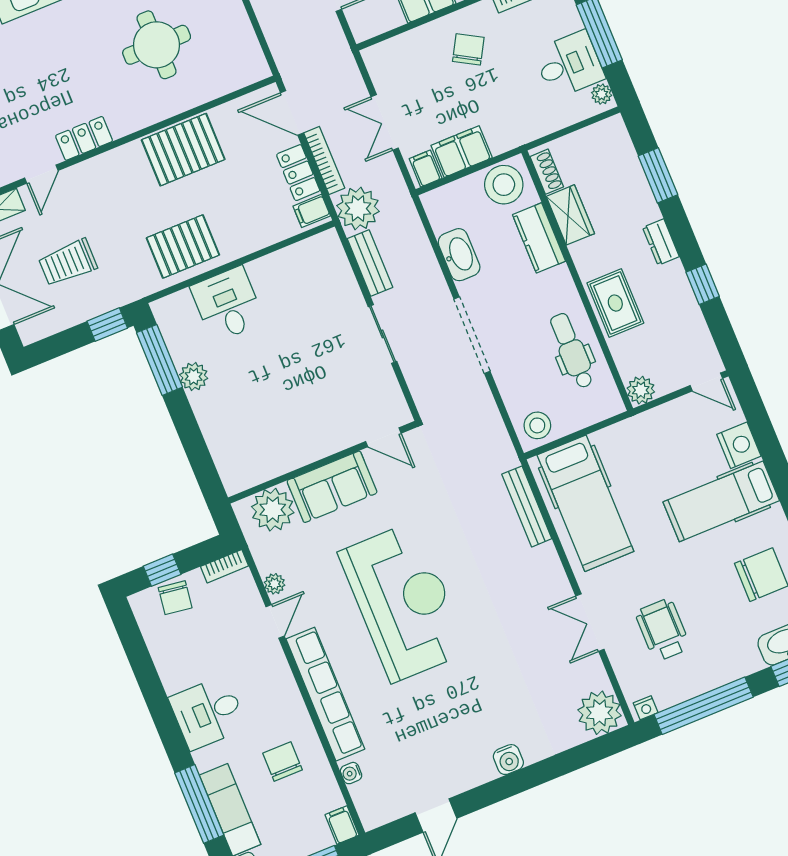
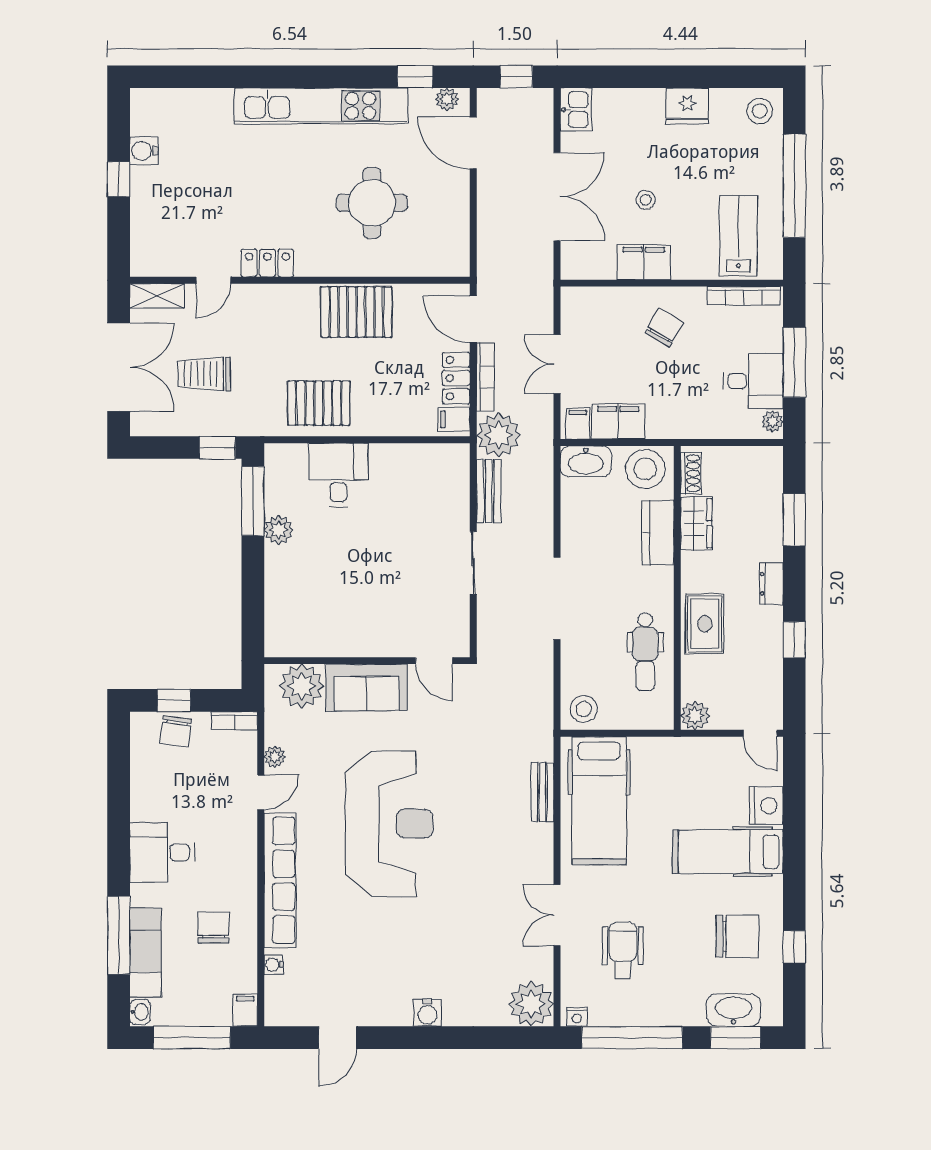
washbasin: (459, 255) -> (586, 461), moved, turned 90
dental chair: (572, 351) -> (645, 652), turned 180
bench: (527, 506) -> (543, 792), width x0.73

